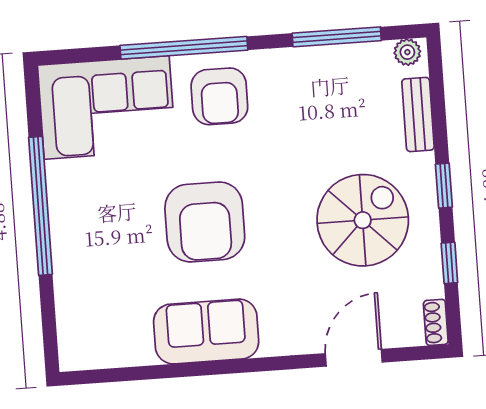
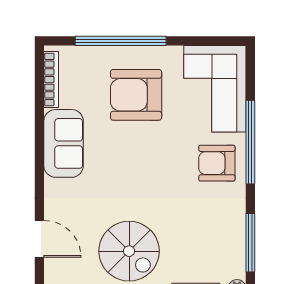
window: (40, 206) -> (121, 41), moved
armchair: (205, 222) -> (136, 95), moved
bookcase: (110, 357) -> (51, 80), added

